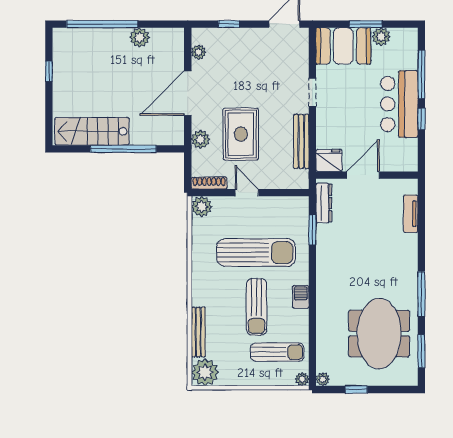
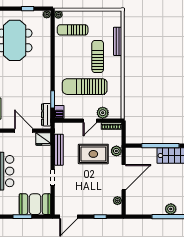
plant: (140, 37) -> (171, 209), moved
plant: (381, 37) -> (14, 209), removed
rug: (241, 134) -> (93, 154), turned 90
door: (363, 175) -> (24, 131), swing flipped
door: (247, 193) -> (90, 121), hinge flipped
plant: (202, 206) -> (103, 113), moved
barbecue: (301, 297) -> (59, 112), moved
sun lounger: (257, 307) -> (98, 57), moved
plant: (205, 372) -> (114, 18), removed

